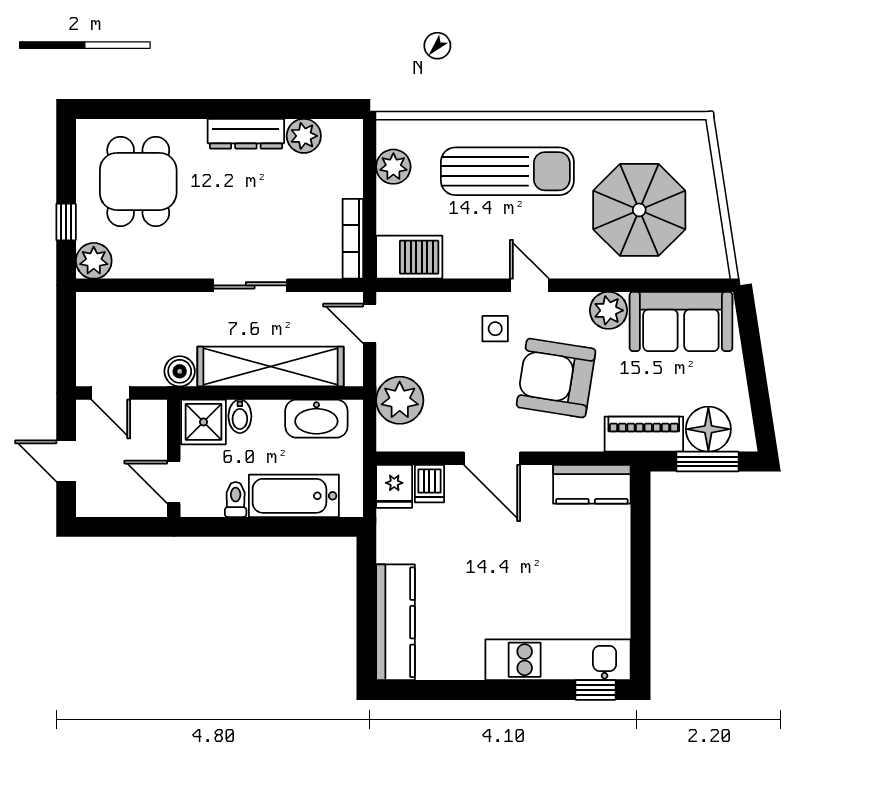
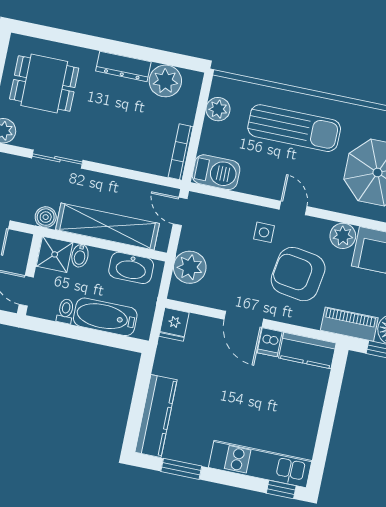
plant: (304, 136) -> (165, 81), width x1.36, depth x1.36
dining table: (138, 181) -> (44, 84), turned 90
sliding door: (250, 285) -> (57, 159), moved
dishwasher: (429, 484) -> (270, 342), moved
window: (447, 690) -> (181, 469), added

